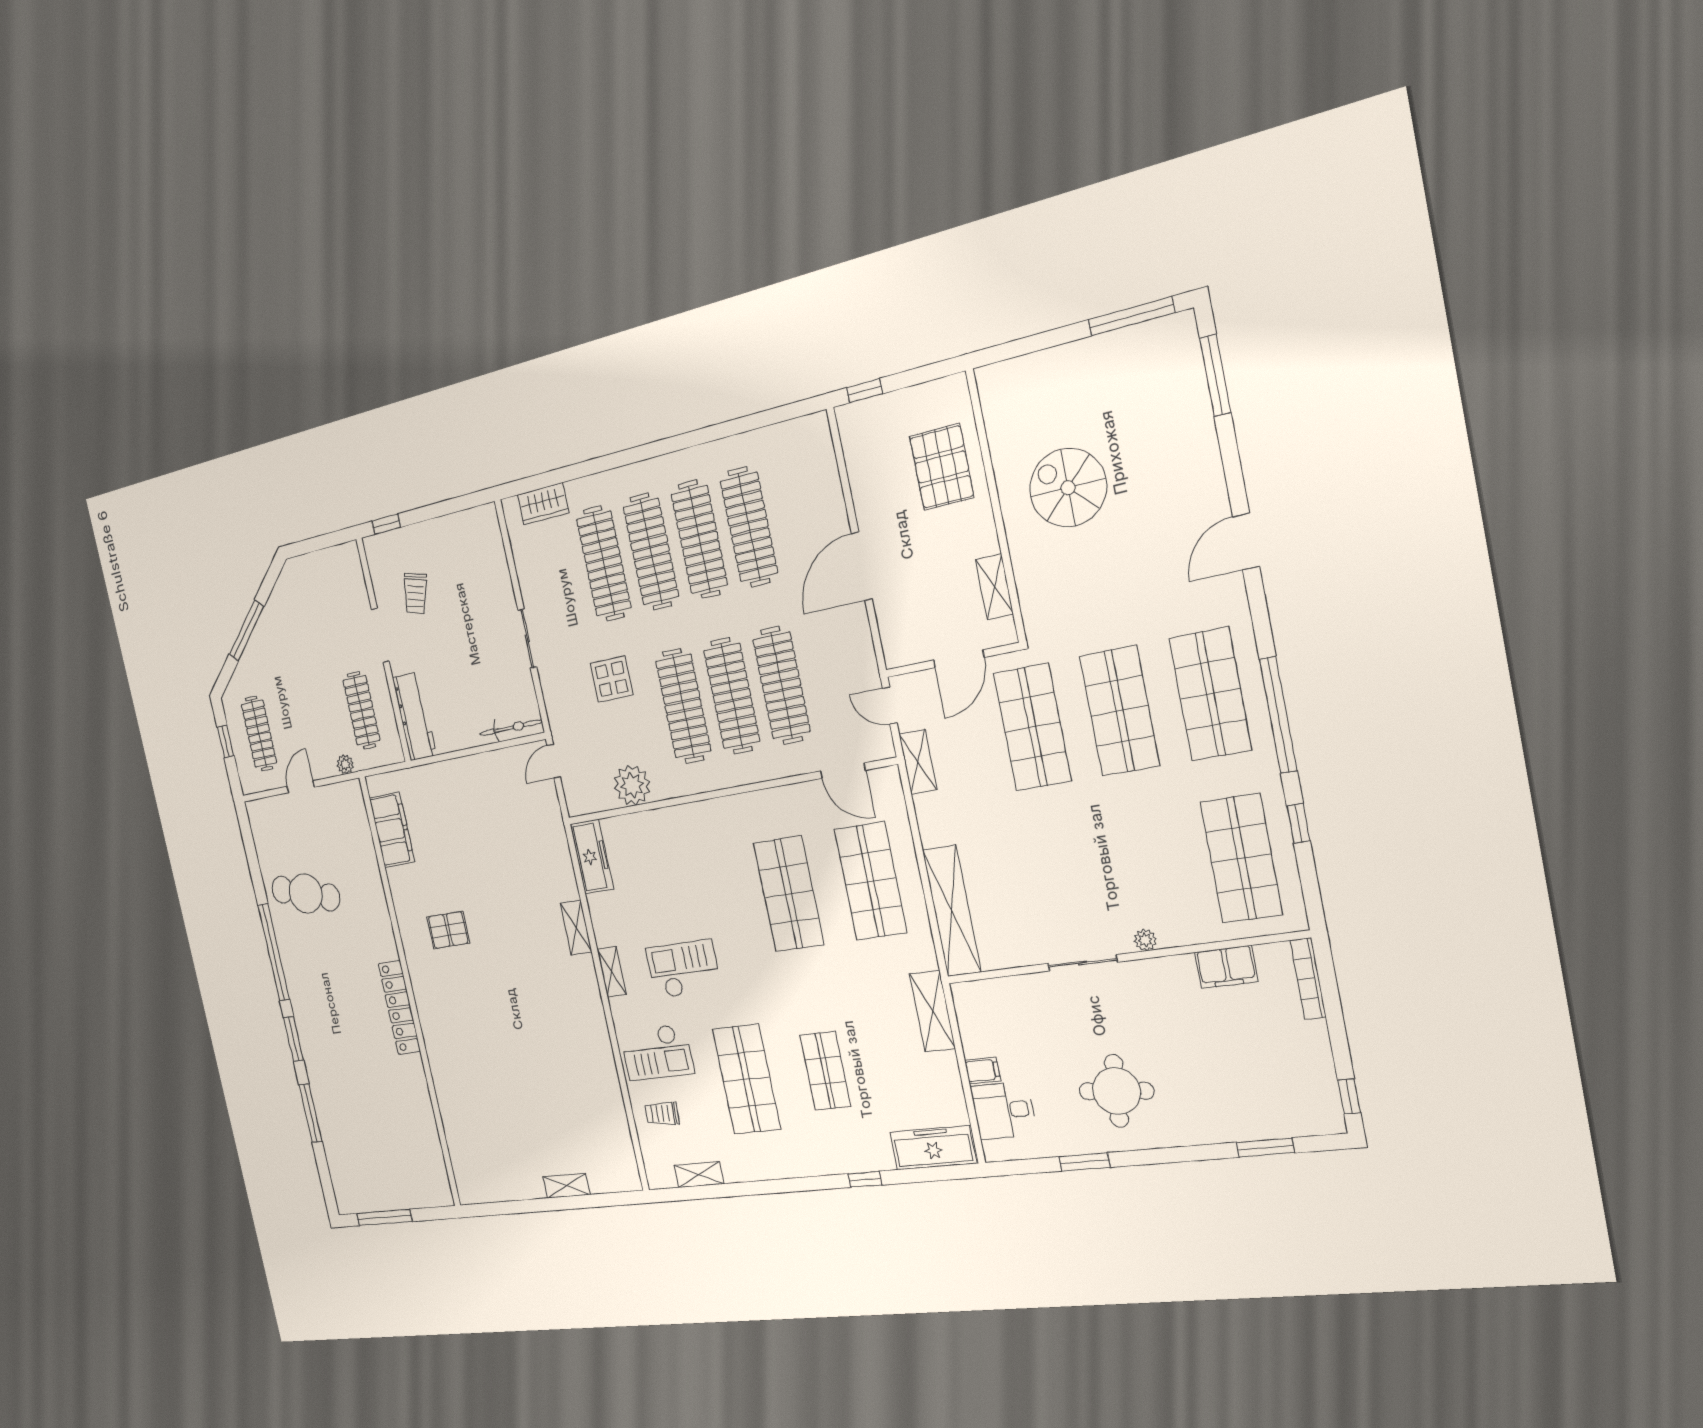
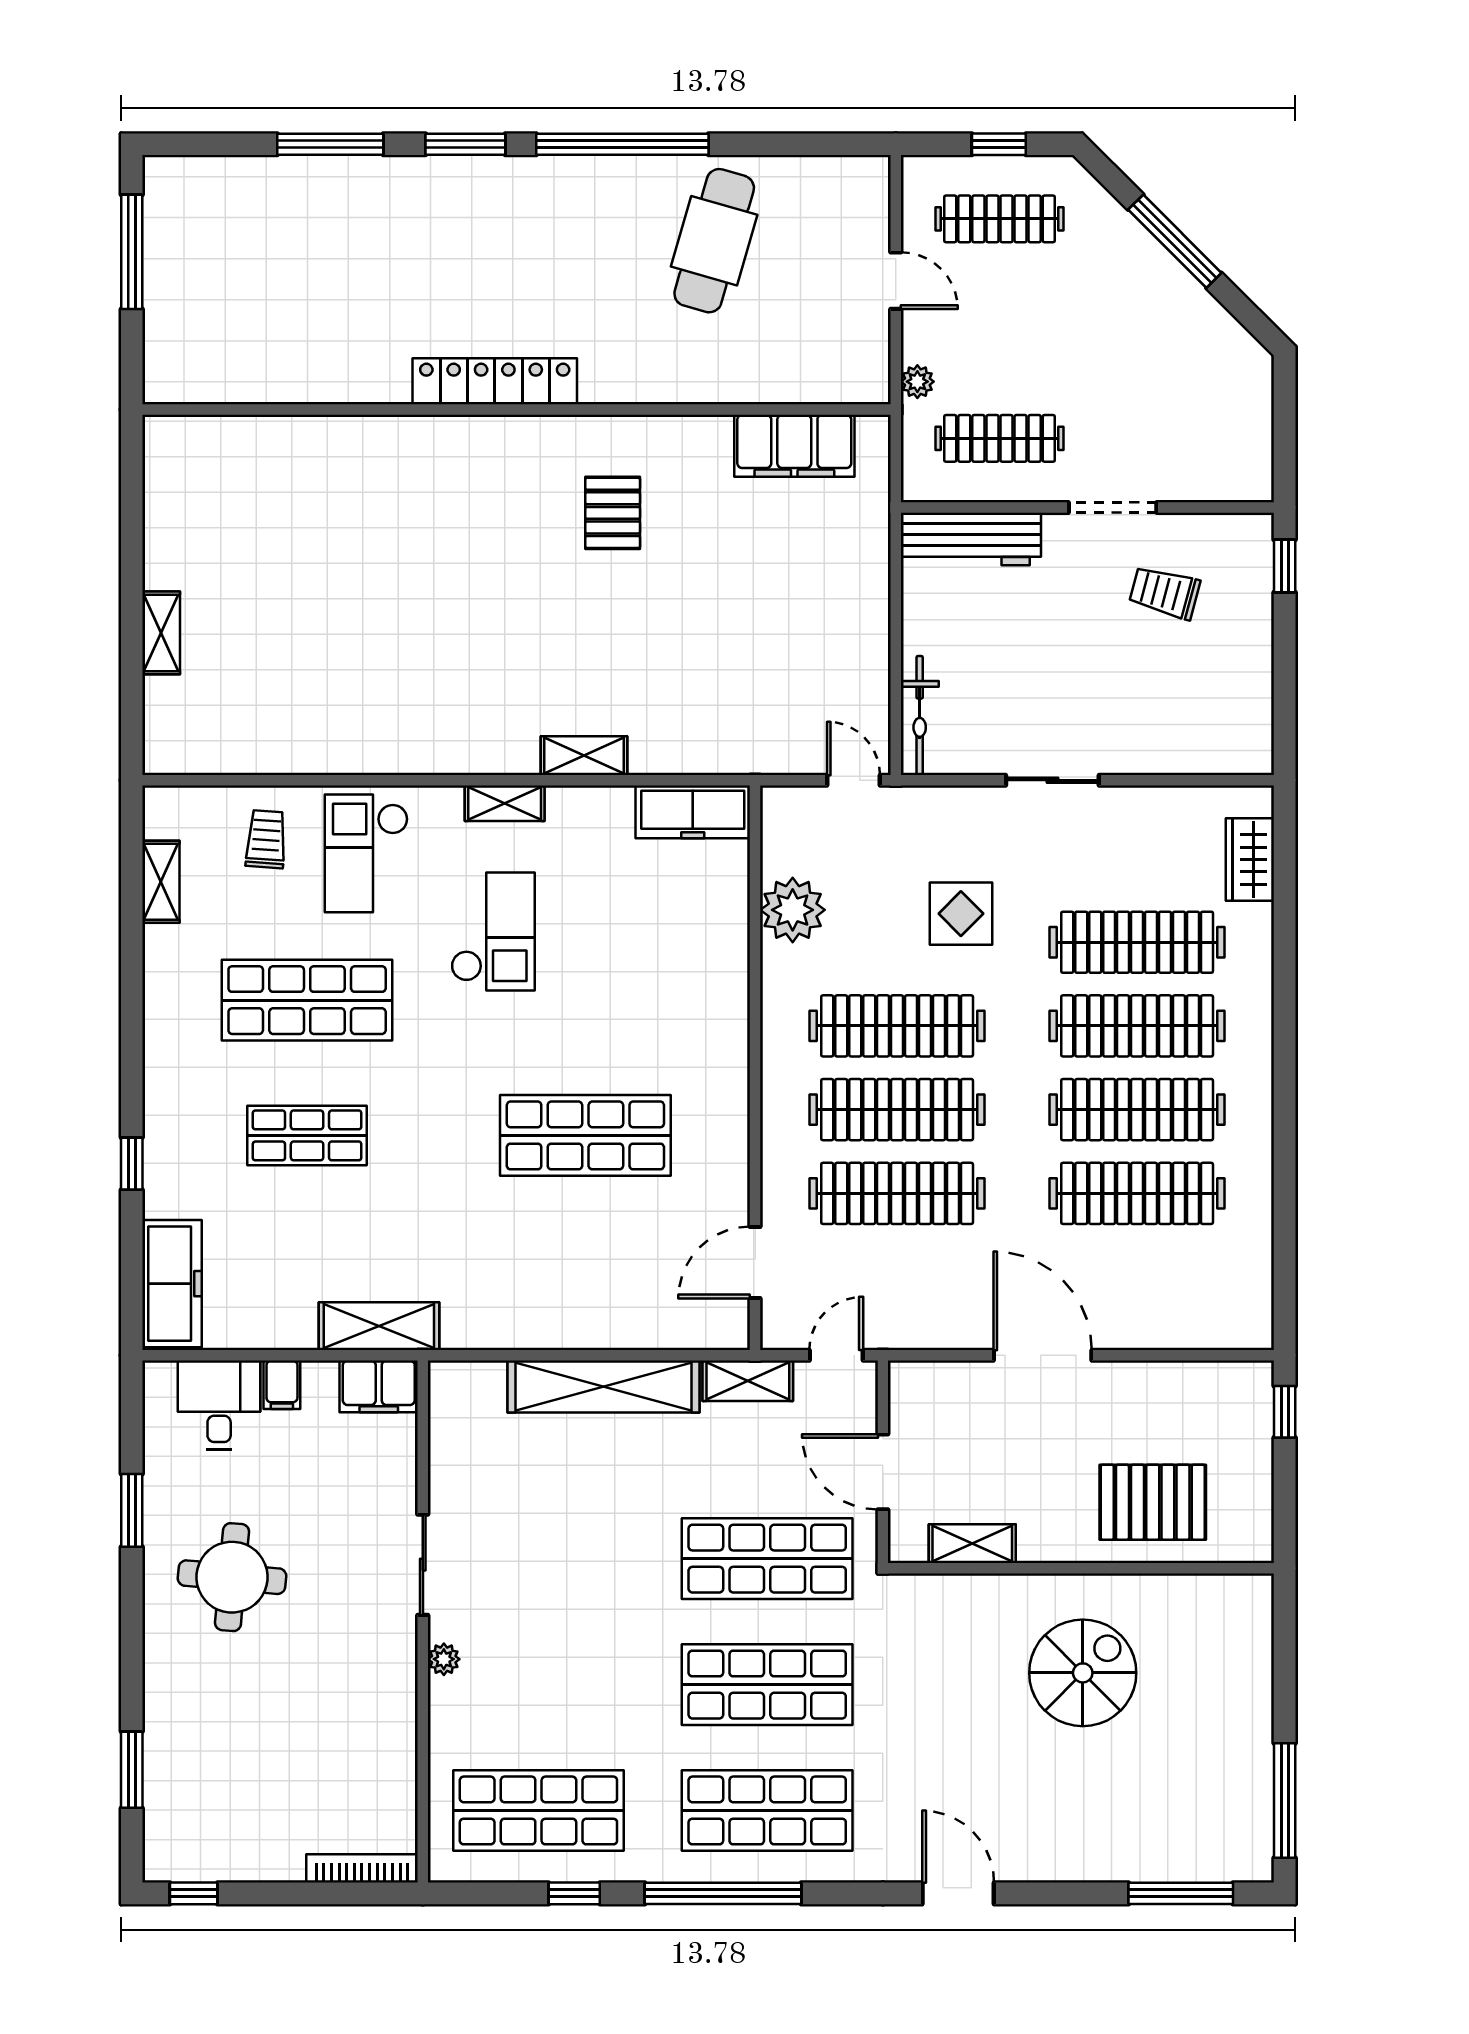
shop shelf: (871, 881) -> (585, 1271), removed
shelving: (952, 911) -> (603, 1387), moved
filing cabinet: (1226, 967) -> (379, 1386), moved, turned -90

